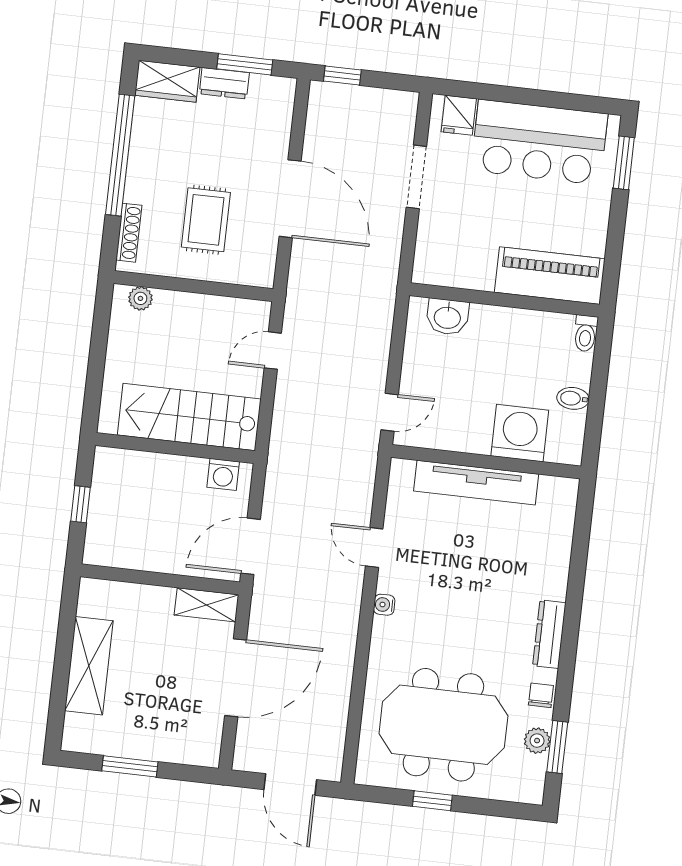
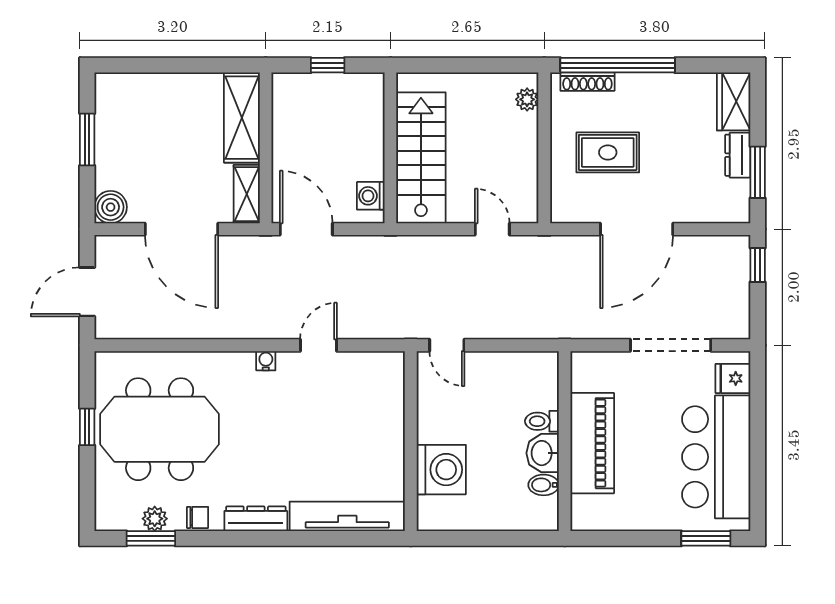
window: (120, 155) -> (618, 65), moved
doorway: (416, 177) -> (671, 345), width x1.36
piano: (550, 276) -> (592, 443), moved
washbasin: (447, 317) -> (543, 453), moved
toilet: (586, 333) -> (542, 421), moved
bidet: (573, 398) -> (544, 485), moved, turned -90
tv unit: (476, 483) -> (347, 516), moved, turned 90
shelving: (89, 666) -> (242, 118), moved, turned 90
meeting table: (443, 725) -> (160, 429), turned 90
boiler: (204, 750) -> (111, 207), added

